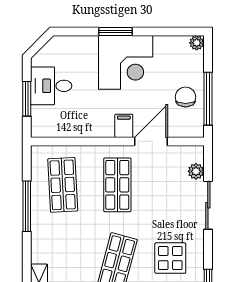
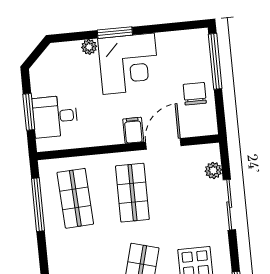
plant: (197, 43) -> (89, 47), moved
desk: (51, 86) -> (55, 116), moved
window: (208, 99) -> (215, 61), moved
window: (27, 206) -> (38, 205), moved

